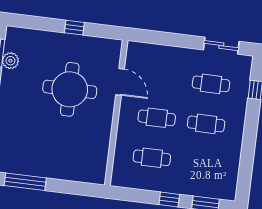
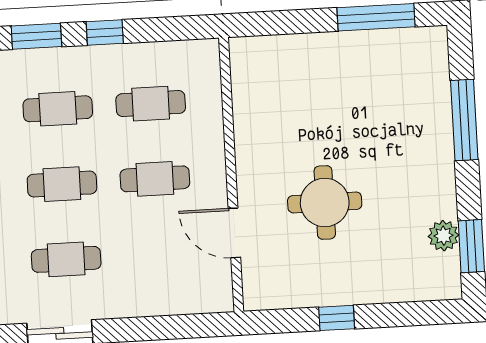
round table: (70, 89) -> (325, 202), width x0.73, depth x0.73
cafe table: (201, 164) -> (58, 109), added

